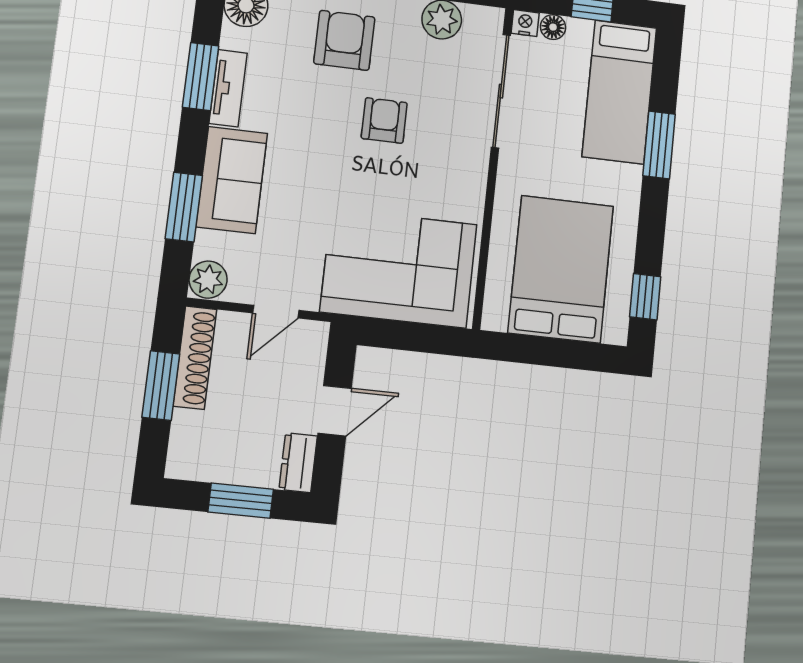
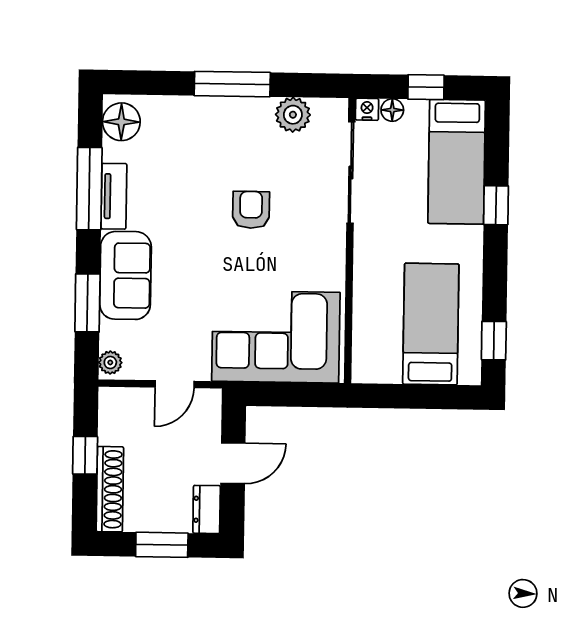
armchair: (344, 40) -> (209, 143), removed
window: (201, 76) -> (89, 189), width x1.44
window: (659, 145) -> (496, 205), width x0.67
bed: (561, 269) -> (431, 324), width x0.67
plant: (208, 280) -> (110, 362), width x0.73, depth x0.73
shoe rack: (195, 358) -> (110, 489), moved
window: (161, 386) -> (85, 455), width x0.67

